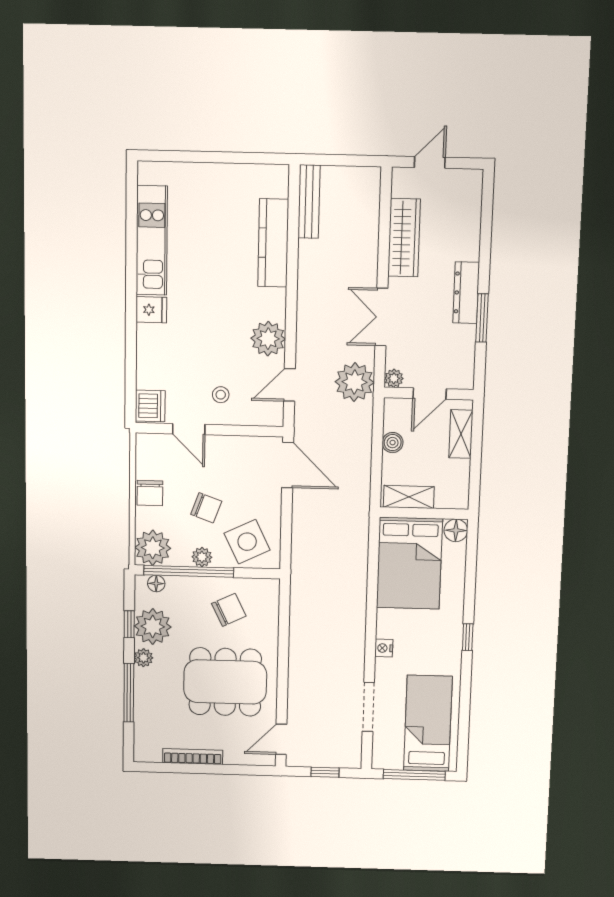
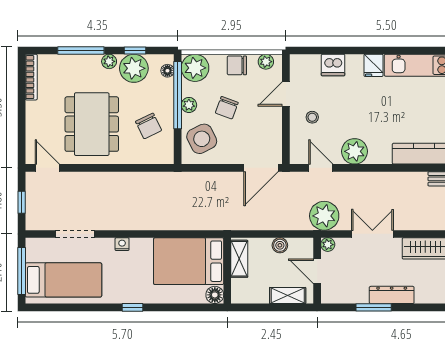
dishwasher: (150, 406) -> (333, 65), moved
plant: (145, 455) -> (266, 62), added
bookcase: (193, 757) -> (31, 77), moved

